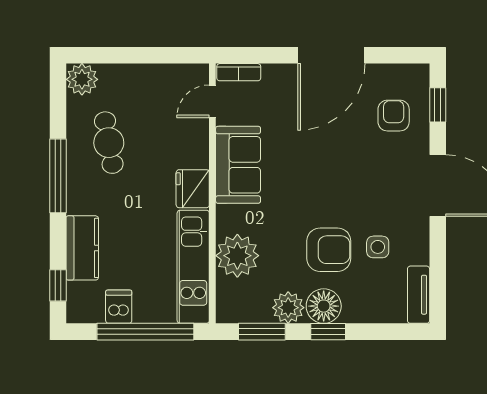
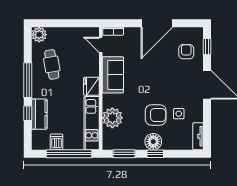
door: (212, 101) -> (101, 45), hinge flipped
window: (58, 285) -> (28, 113), moved
plant: (288, 308) -> (136, 142), removed

